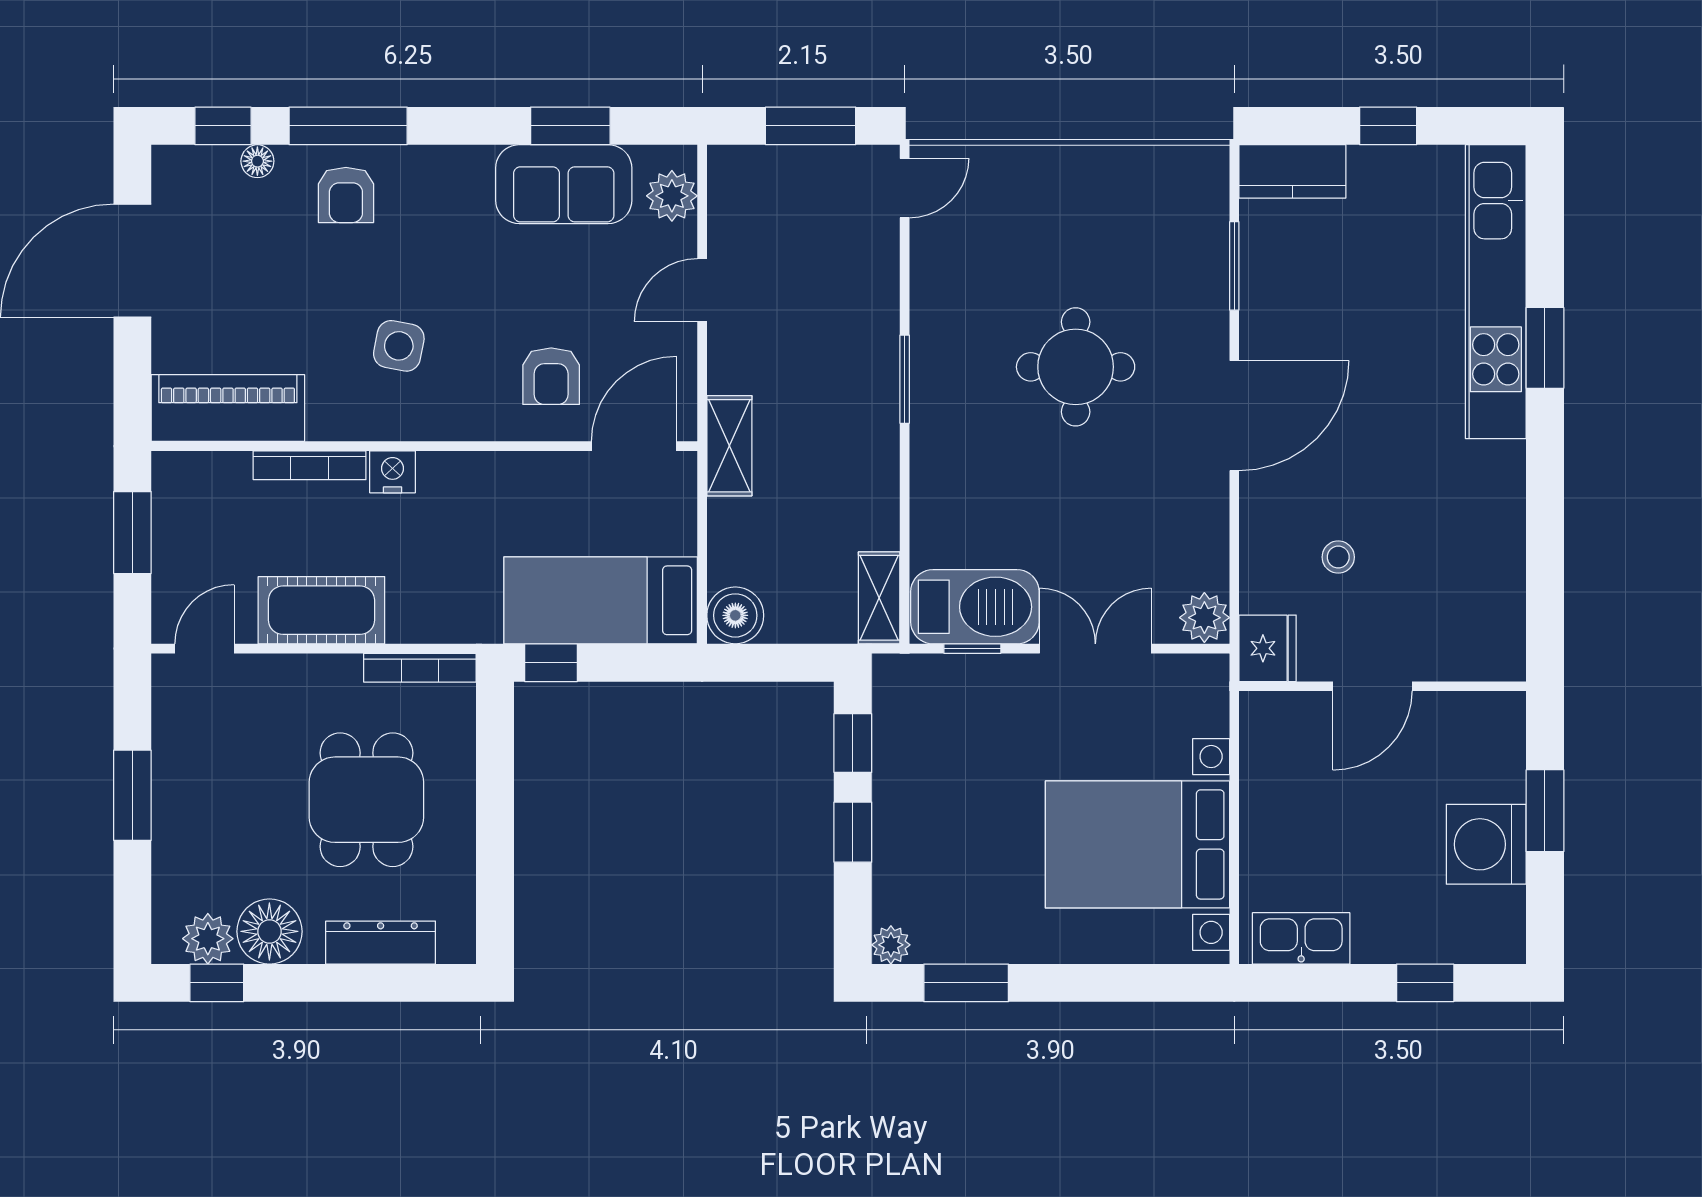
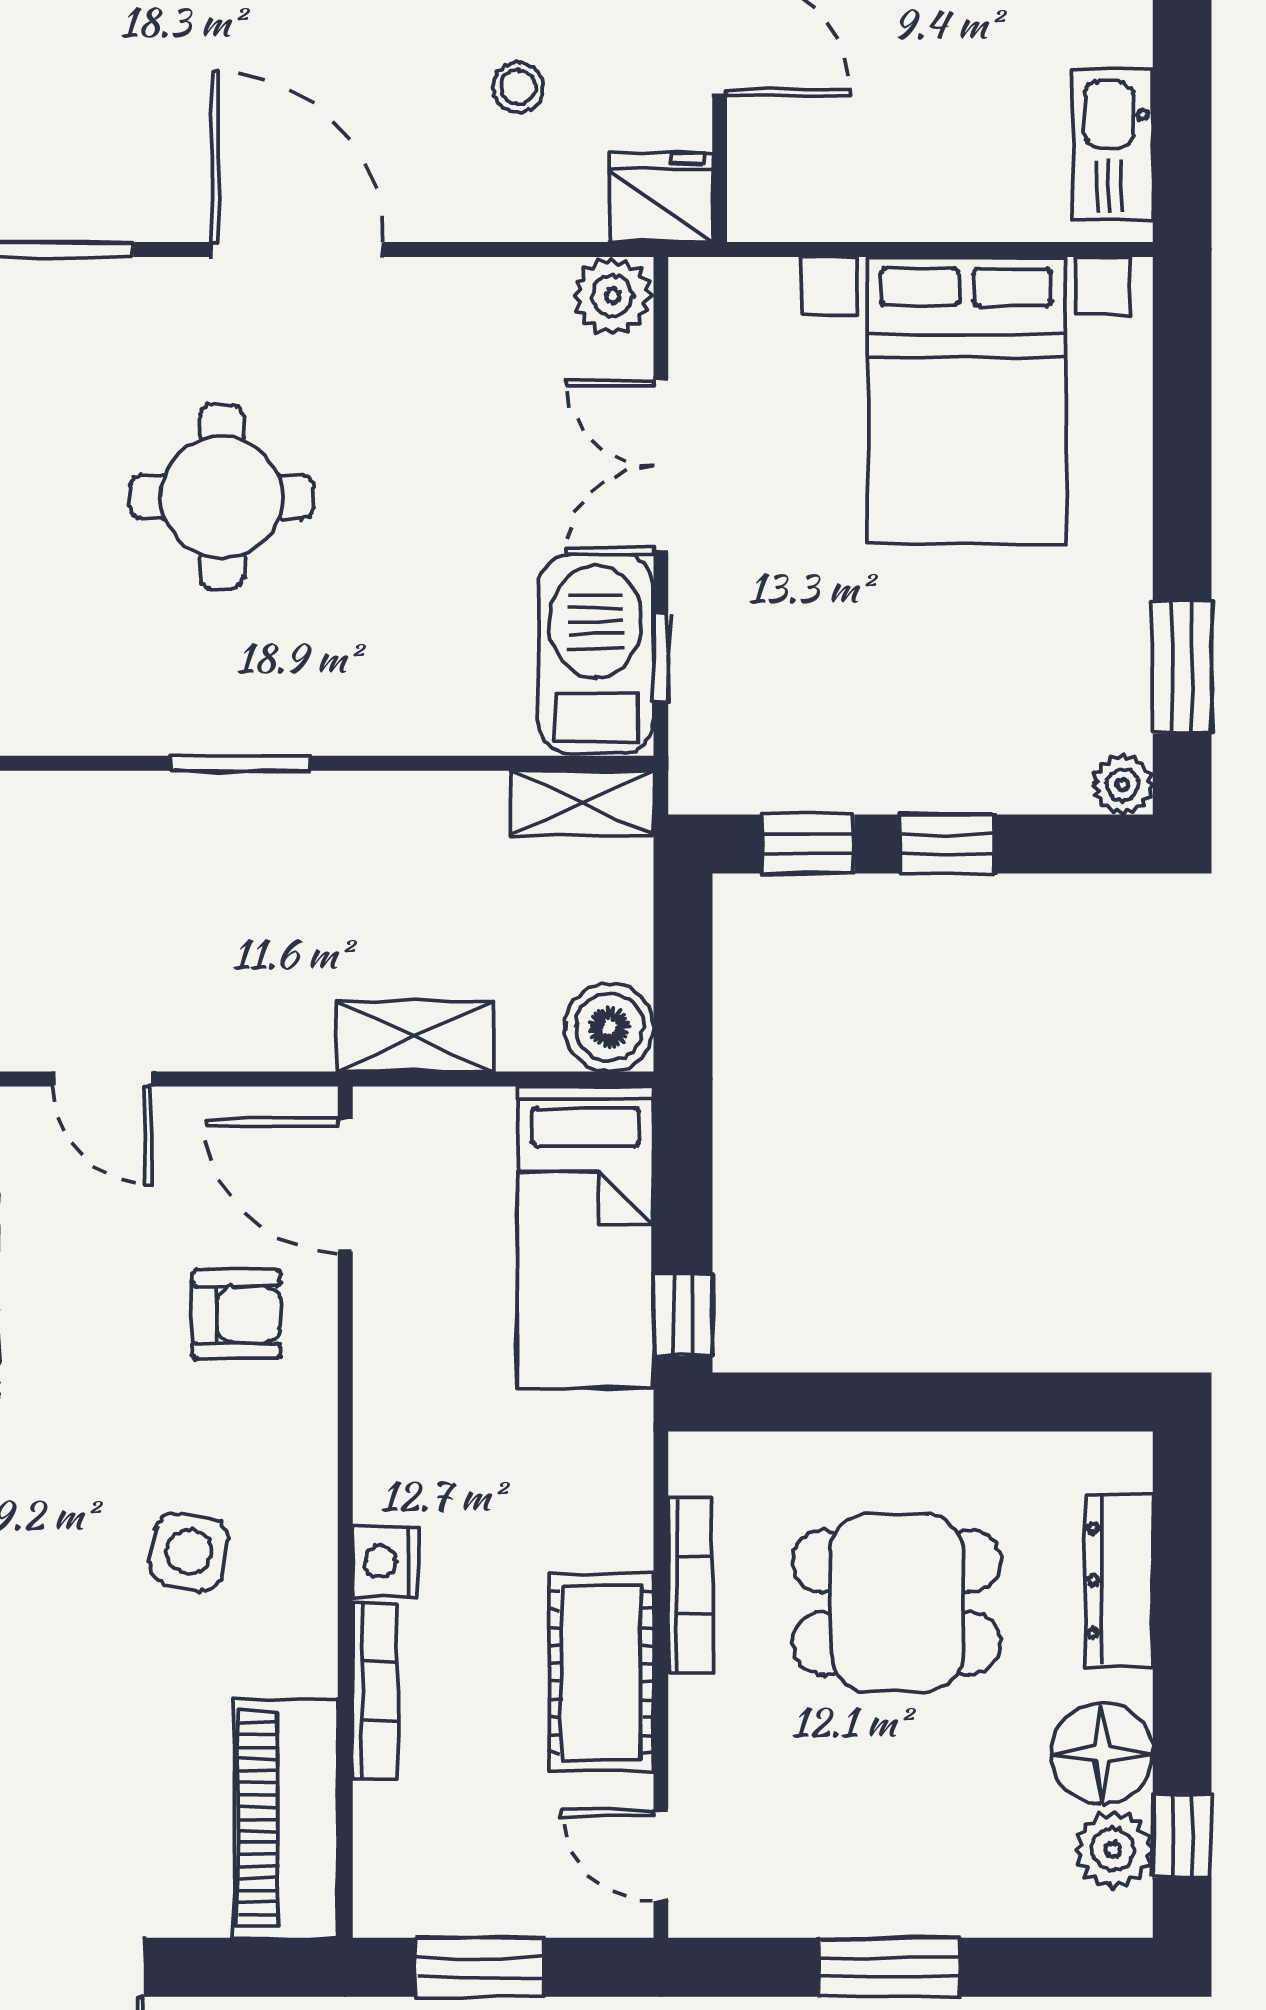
shelving: (729, 446) -> (415, 1037), moved
bookcase: (420, 668) -> (691, 1585), moved

